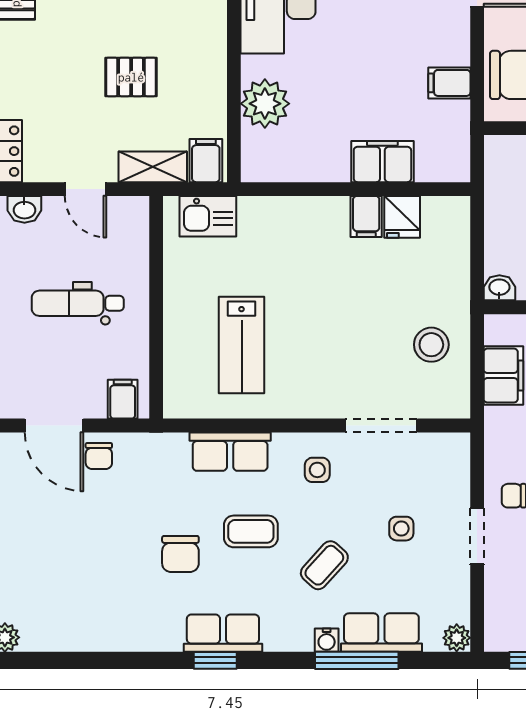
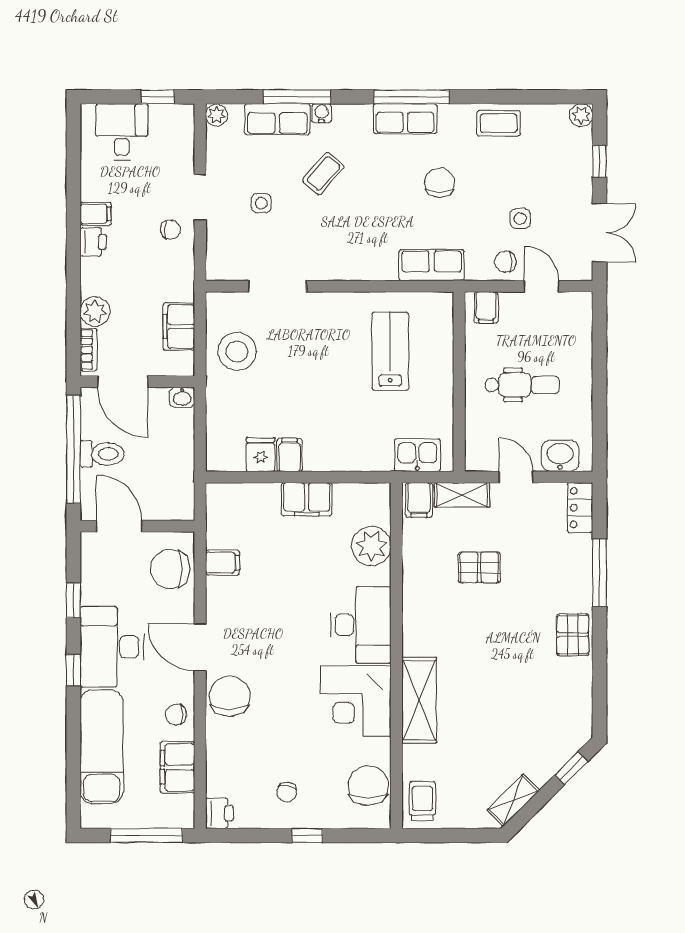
filing cabinet: (382, 162) -> (307, 499), moved
washbasin: (24, 209) -> (560, 456), width x1.38, depth x1.45
stool: (431, 345) -> (237, 351), width x1.38, depth x1.38
door: (54, 426) -> (541, 286), width x0.73
row of seats: (230, 452) -> (432, 265), moved
chair: (99, 456) -> (505, 262), turned -90
side table: (317, 470) -> (520, 219), moved
coffee table: (251, 531) -> (499, 123), moved
window: (215, 660) -> (411, 97), width x2.17

